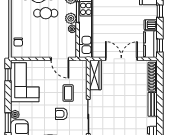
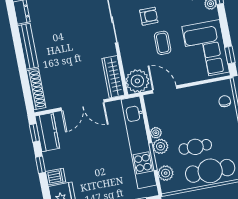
window: (160, 11) -> (41, 165), moved
dishwasher: (151, 25) -> (56, 177), moved
plant: (78, 69) -> (137, 81), added
coffee table: (68, 93) -> (163, 43), moved
bench: (153, 104) -> (28, 46), width x1.36

